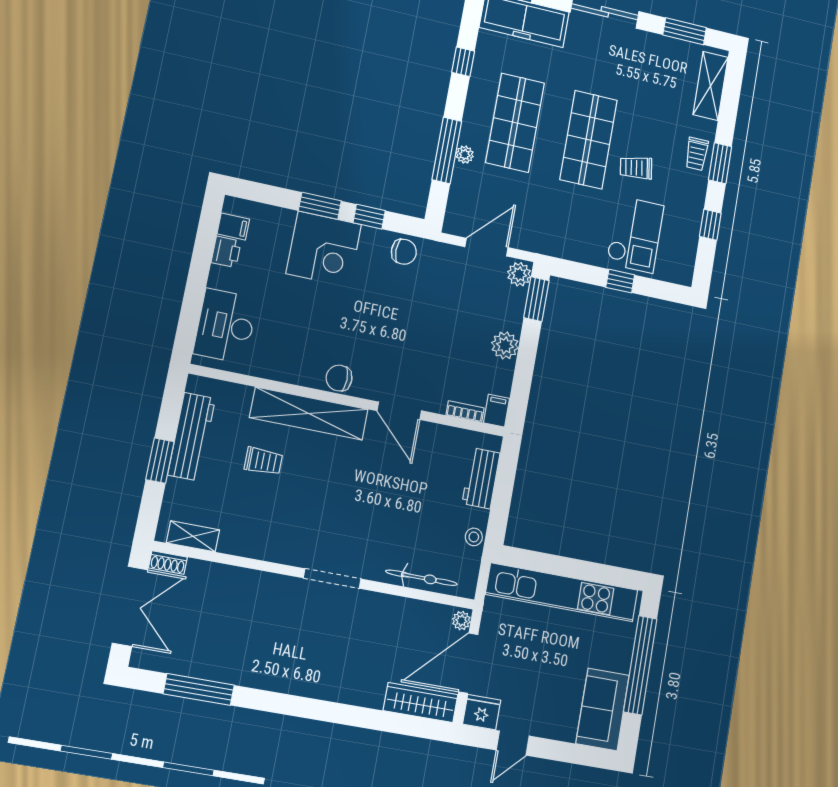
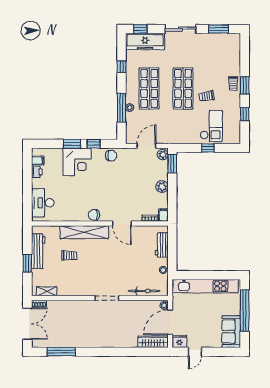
shelving: (711, 86) -> (234, 51), removed

